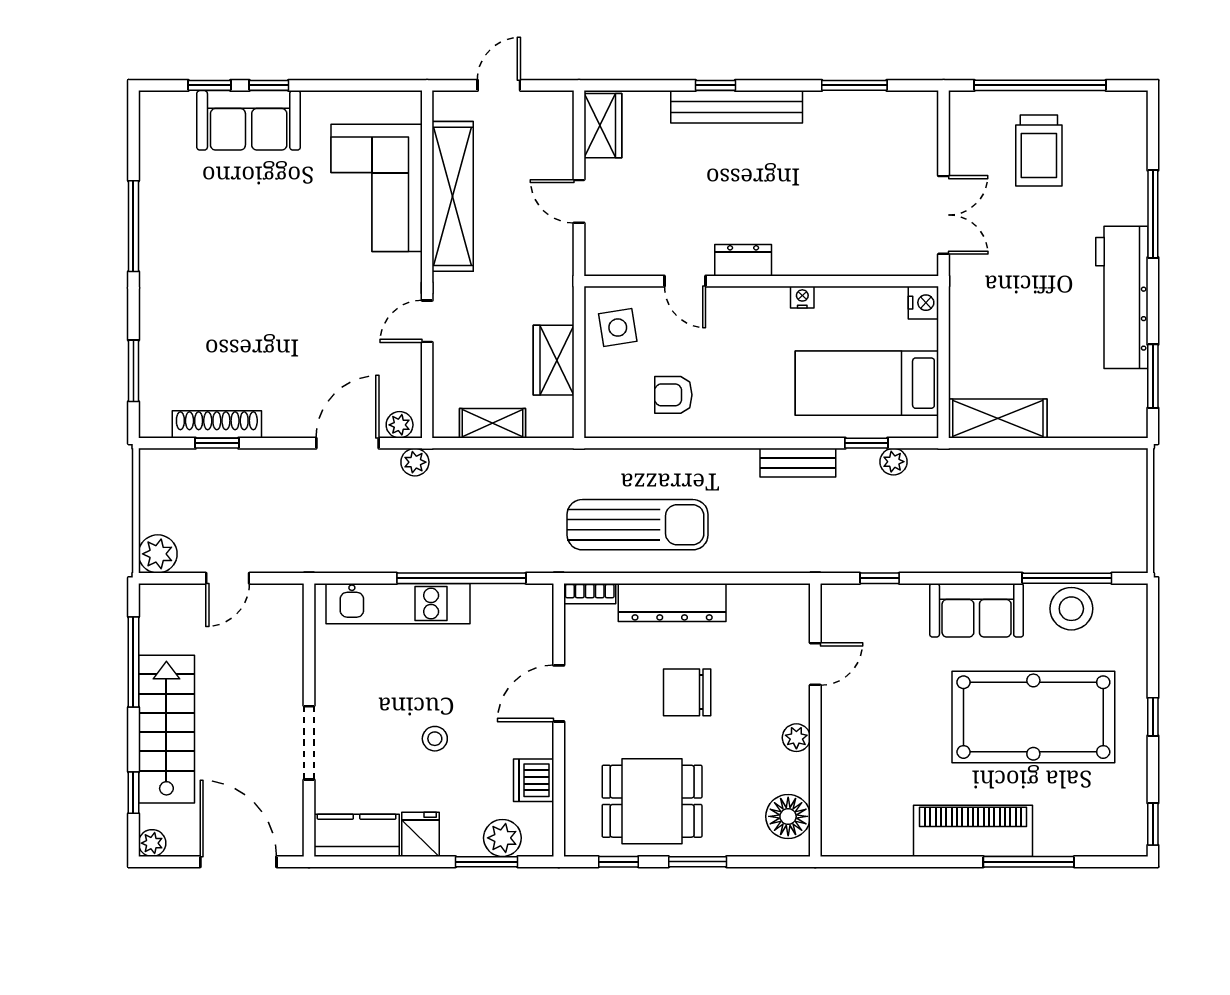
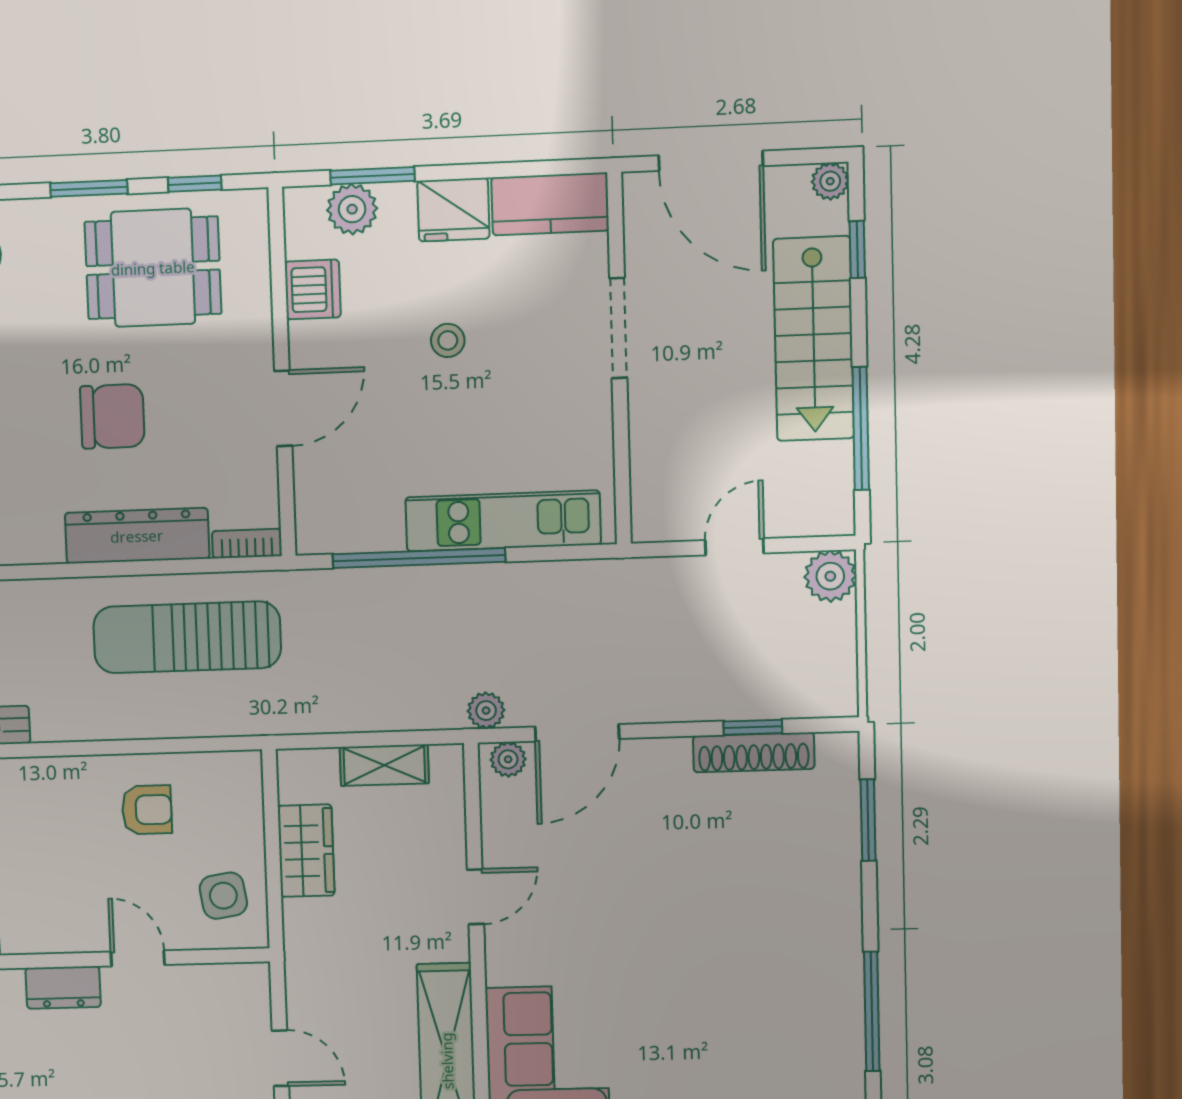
fridge: (420, 834) -> (453, 210), width x1.38

